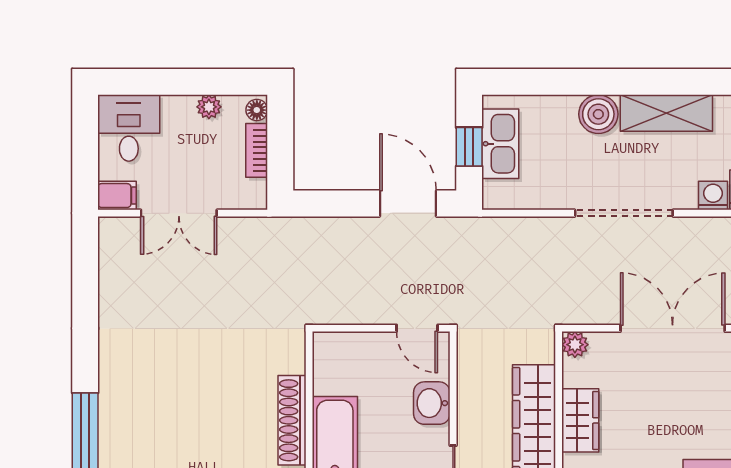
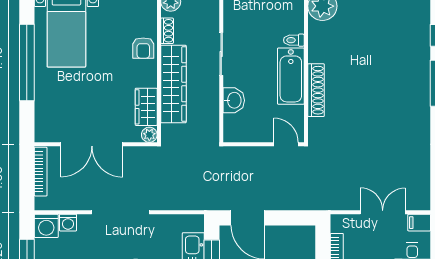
door: (417, 328) -> (286, 144), moved
wardrobe: (580, 420) -> (146, 107), moved

